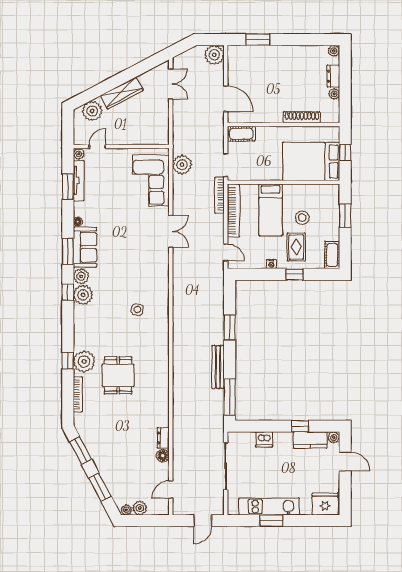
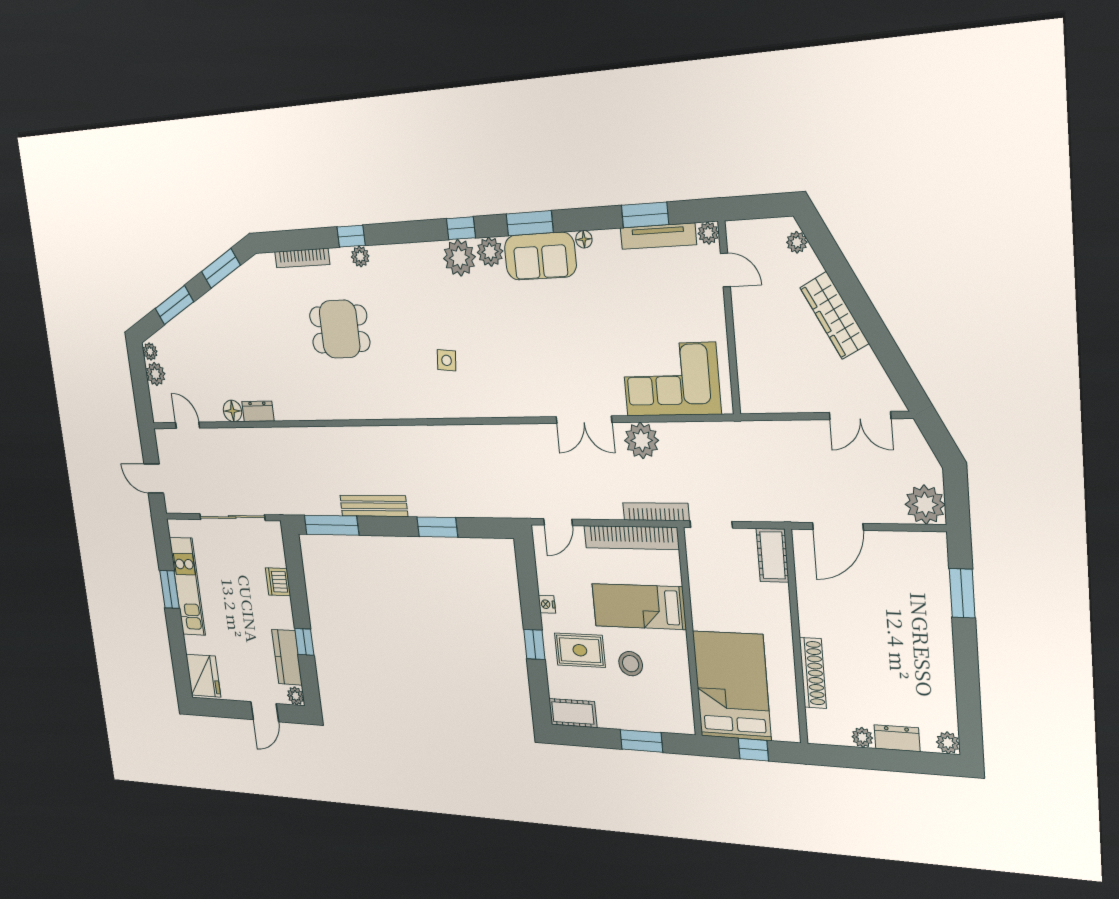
plant: (92, 111) -> (797, 242), width x0.53, depth x0.53
plant: (182, 165) -> (642, 440), moved
plant: (84, 362) -> (360, 257), width x0.53, depth x0.53

